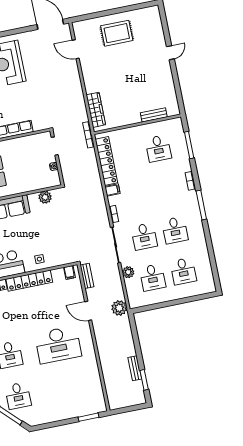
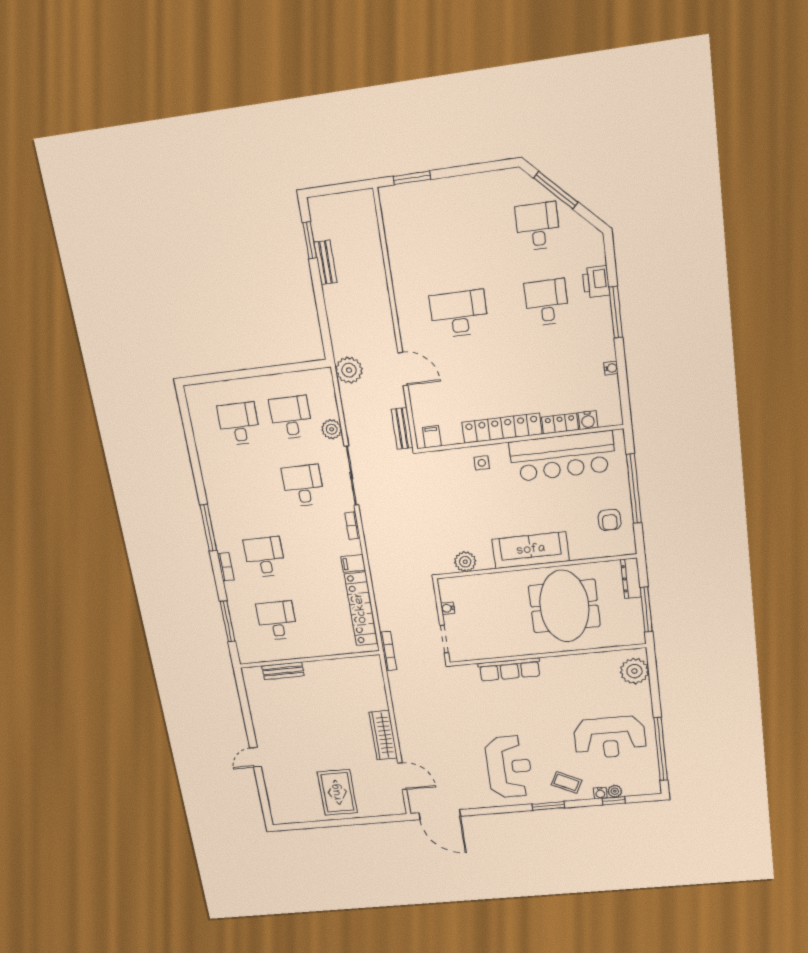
rug: (117, 33) -> (337, 792), turned 90
wardrobe: (96, 110) -> (383, 735), moved
desk: (175, 230) -> (265, 557), moved
desk: (58, 345) -> (459, 314), width x0.73, depth x0.77

